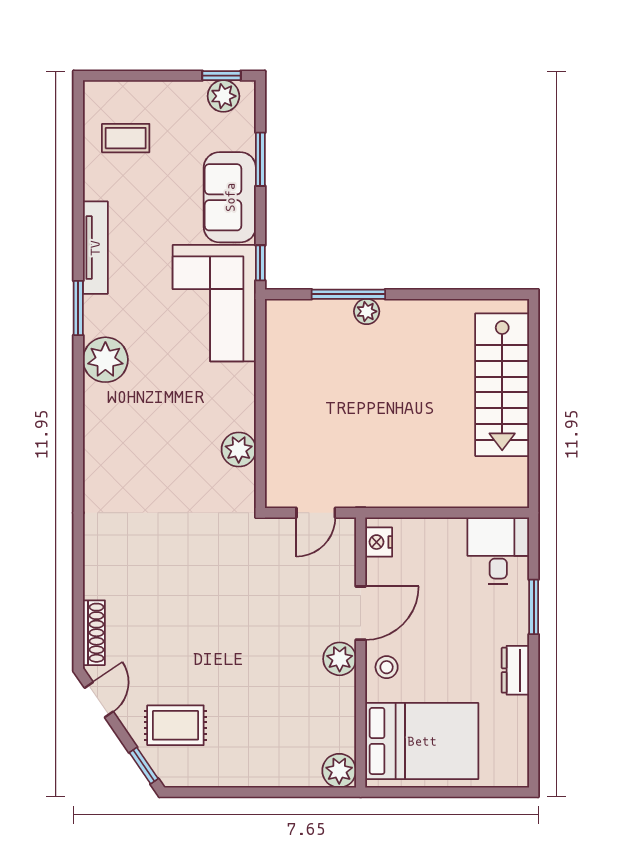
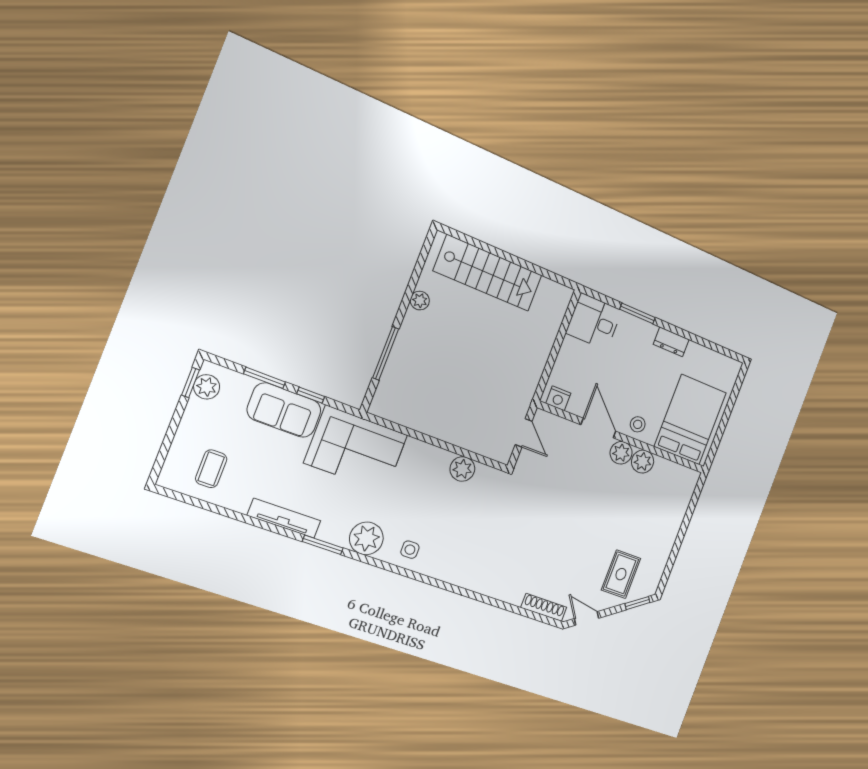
window: (260, 263) -> (311, 395), moved
plant: (367, 311) -> (420, 301), moved
side table: (110, 421) -> (410, 550), added
plant: (339, 771) -> (643, 462), moved

